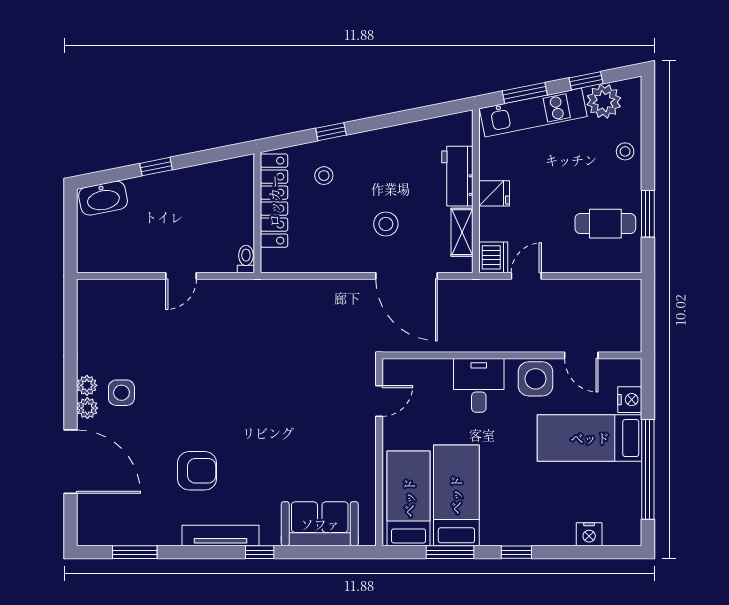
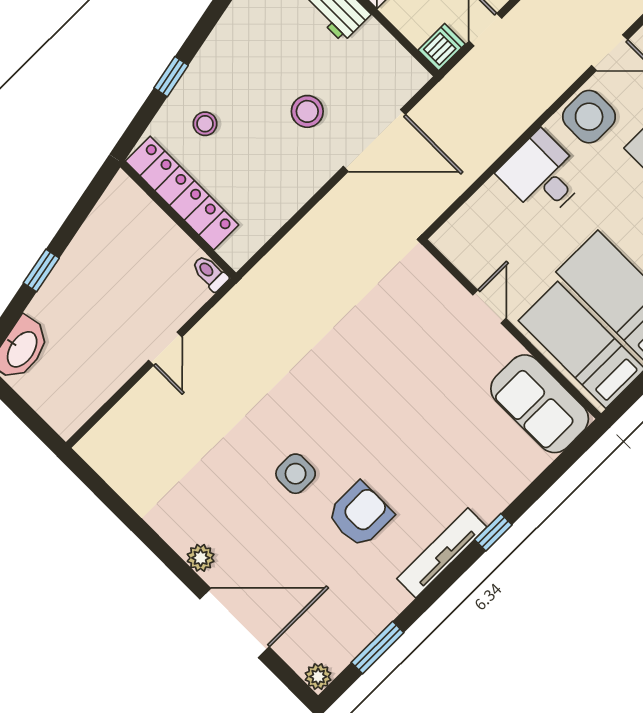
shelving: (462, 232) -> (385, 49), removed
dishwasher: (493, 257) -> (442, 47), width x0.73
plant: (87, 385) -> (318, 677), moved
side table: (121, 393) -> (296, 474), moved
door: (379, 401) -> (489, 307), moved
sofa: (320, 524) -> (540, 404), moved, turned -90

